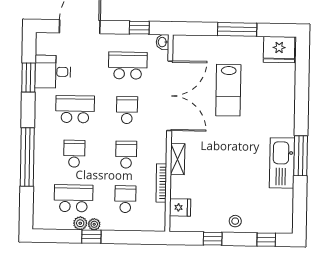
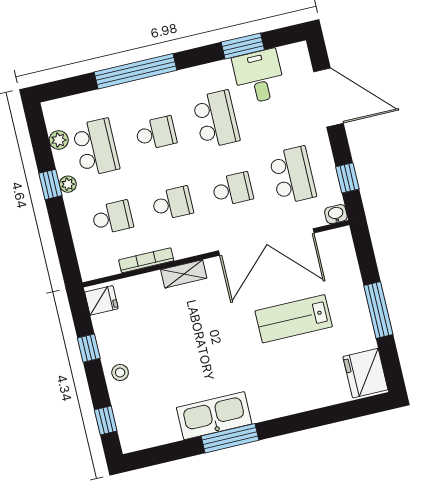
fridge: (180, 207) -> (101, 300), moved, turned -90
plant: (80, 223) -> (59, 140), moved

